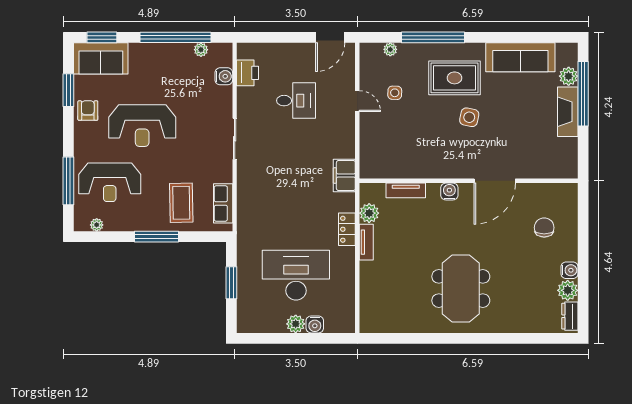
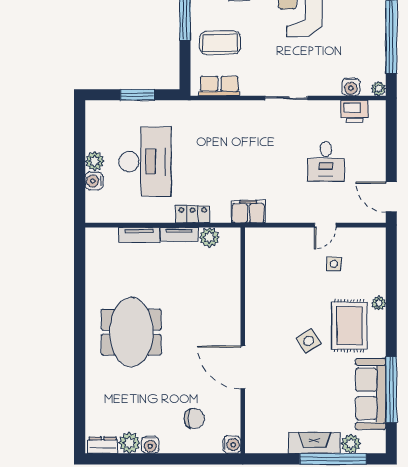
window: (433, 37) -> (391, 390), moved
plant: (390, 49) -> (379, 303), moved
plant: (201, 50) -> (379, 89), moved
side table: (469, 117) -> (309, 341), turned 45
tv unit: (406, 190) -> (139, 235), moved, turned -90
water cooler: (449, 192) -> (232, 445), moved
meeting table: (461, 288) -> (131, 332), turned 90

